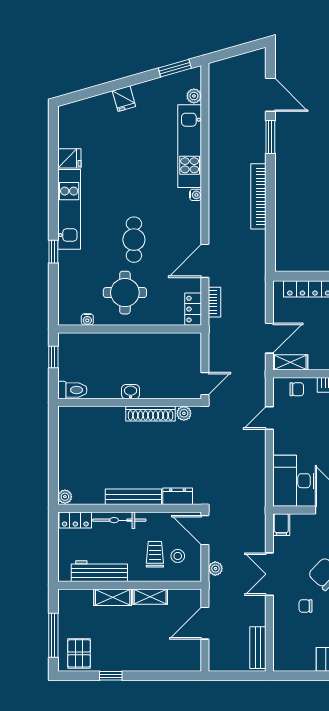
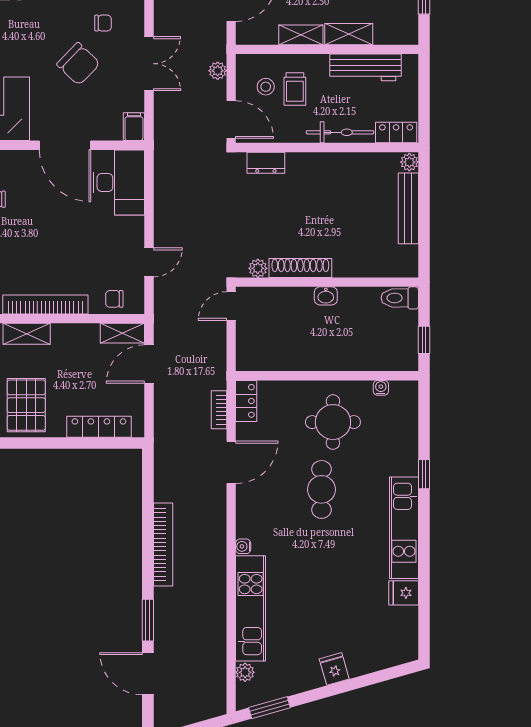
bench: (133, 497) -> (408, 208), moved, turned 90

